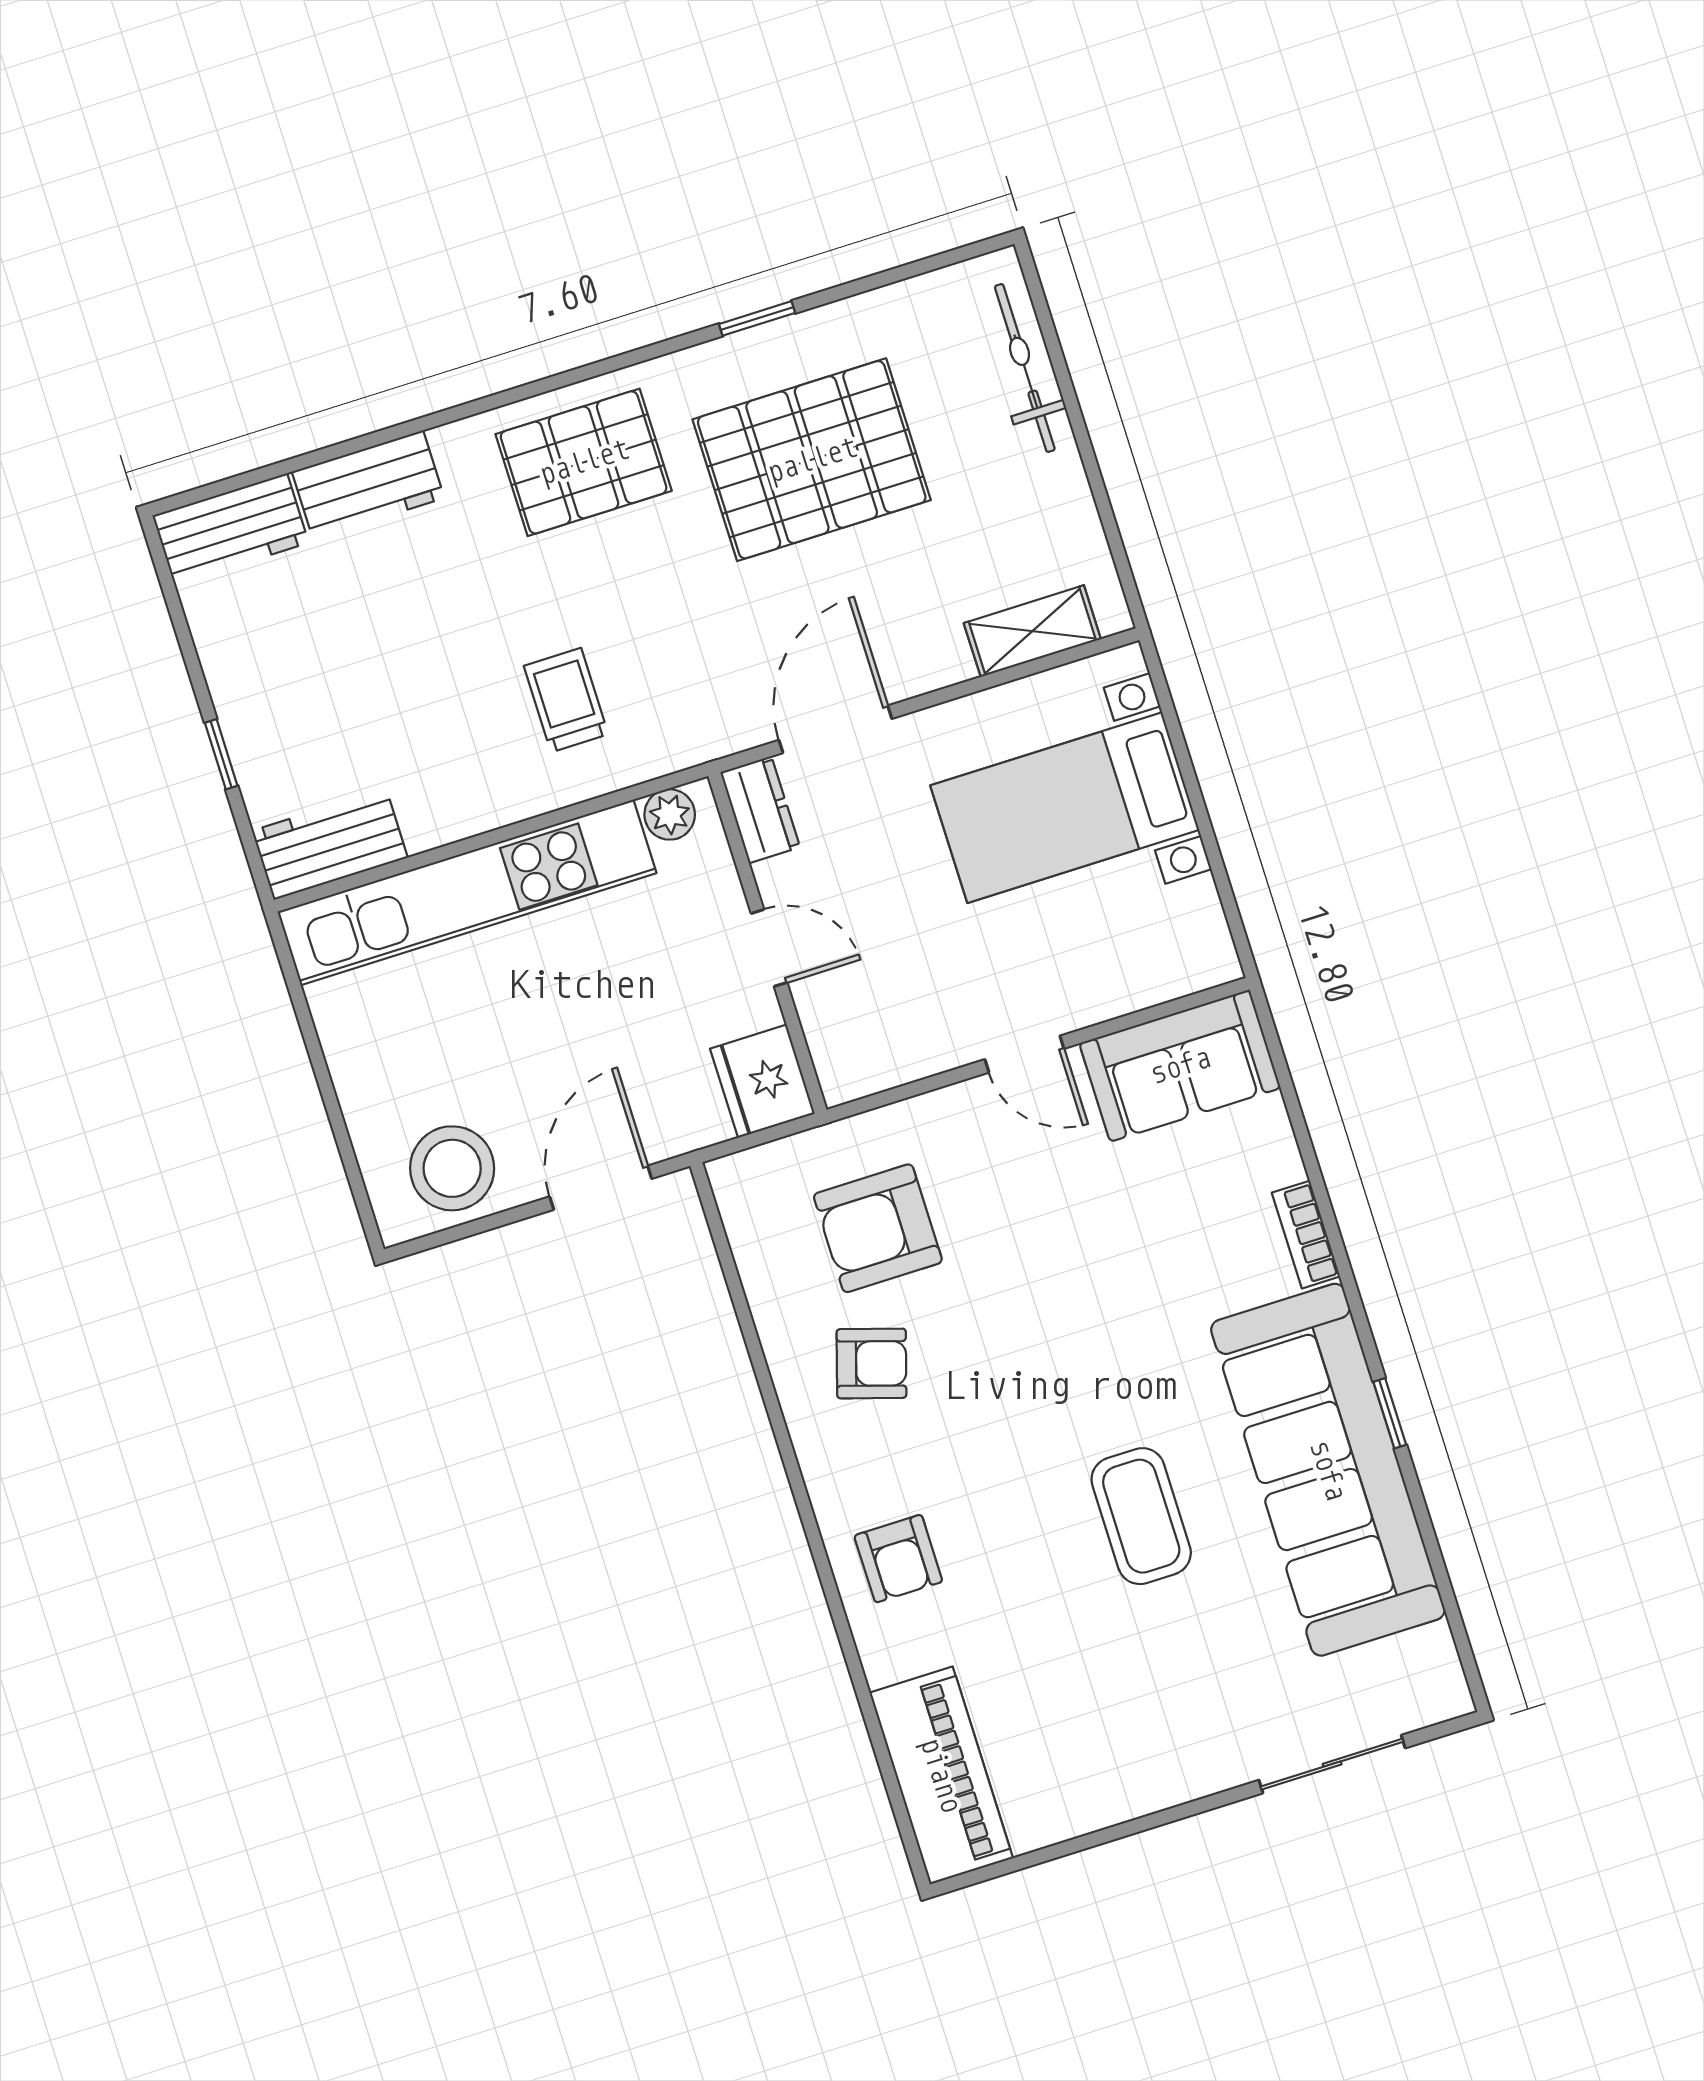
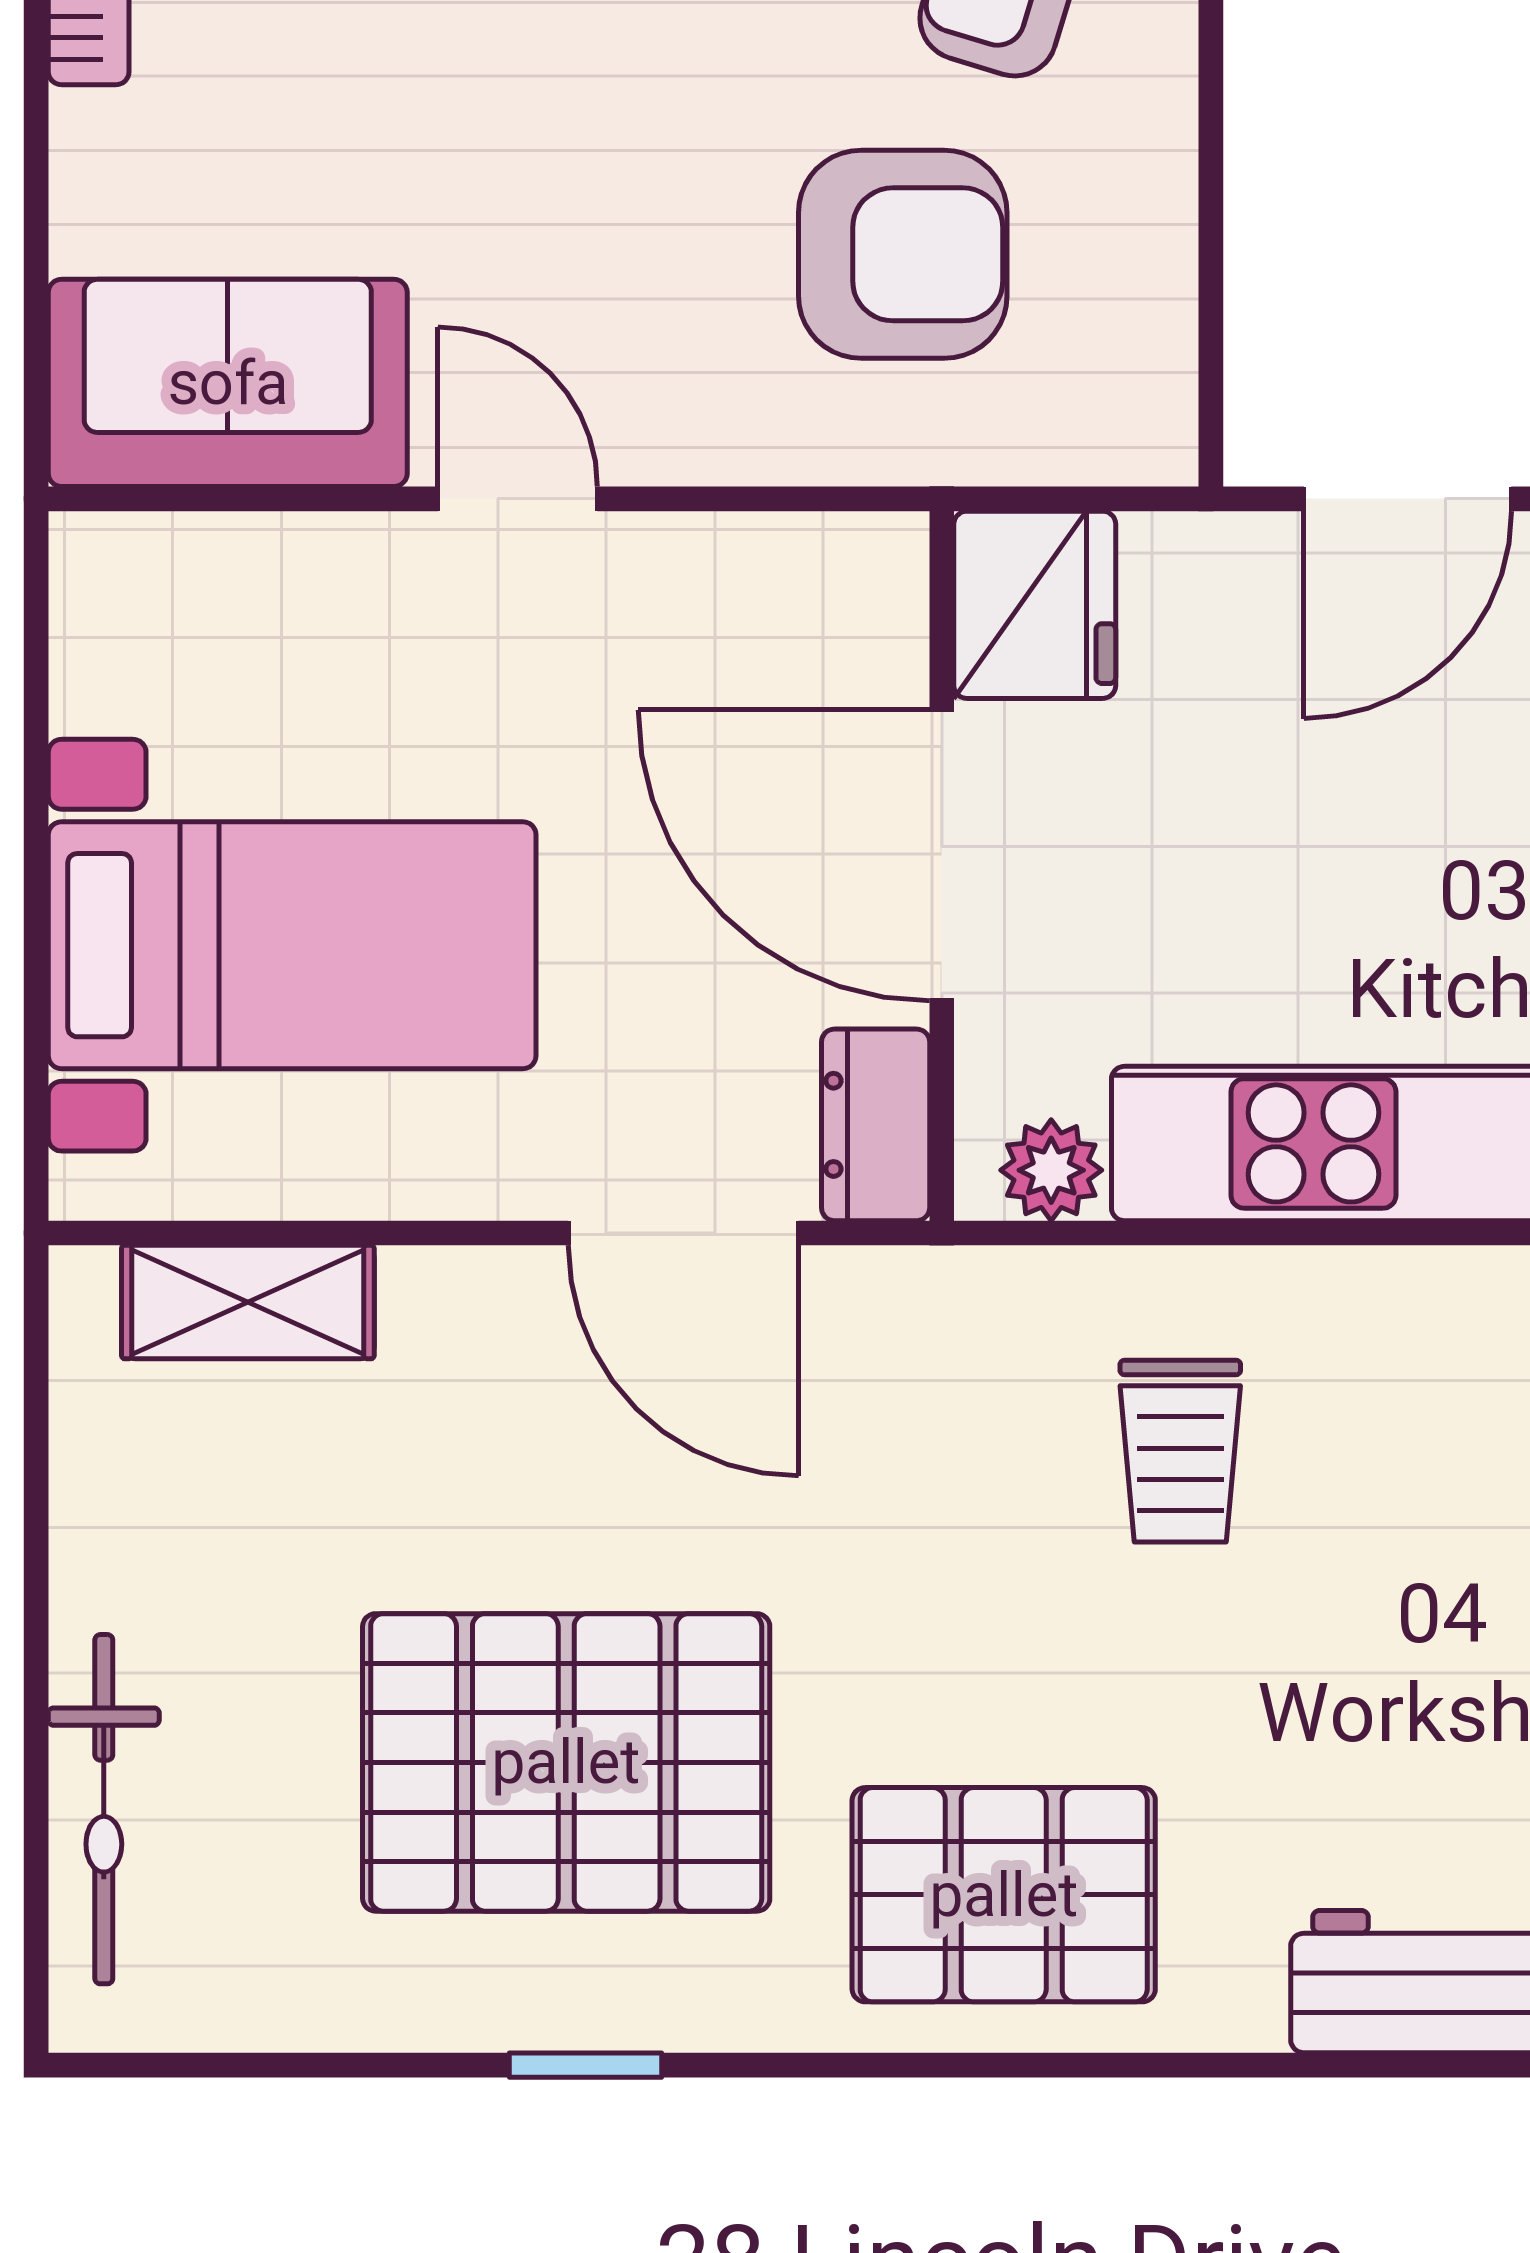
door: (835, 729) -> (683, 1233), hinge flipped
door: (769, 948) -> (942, 855), width x1.88

